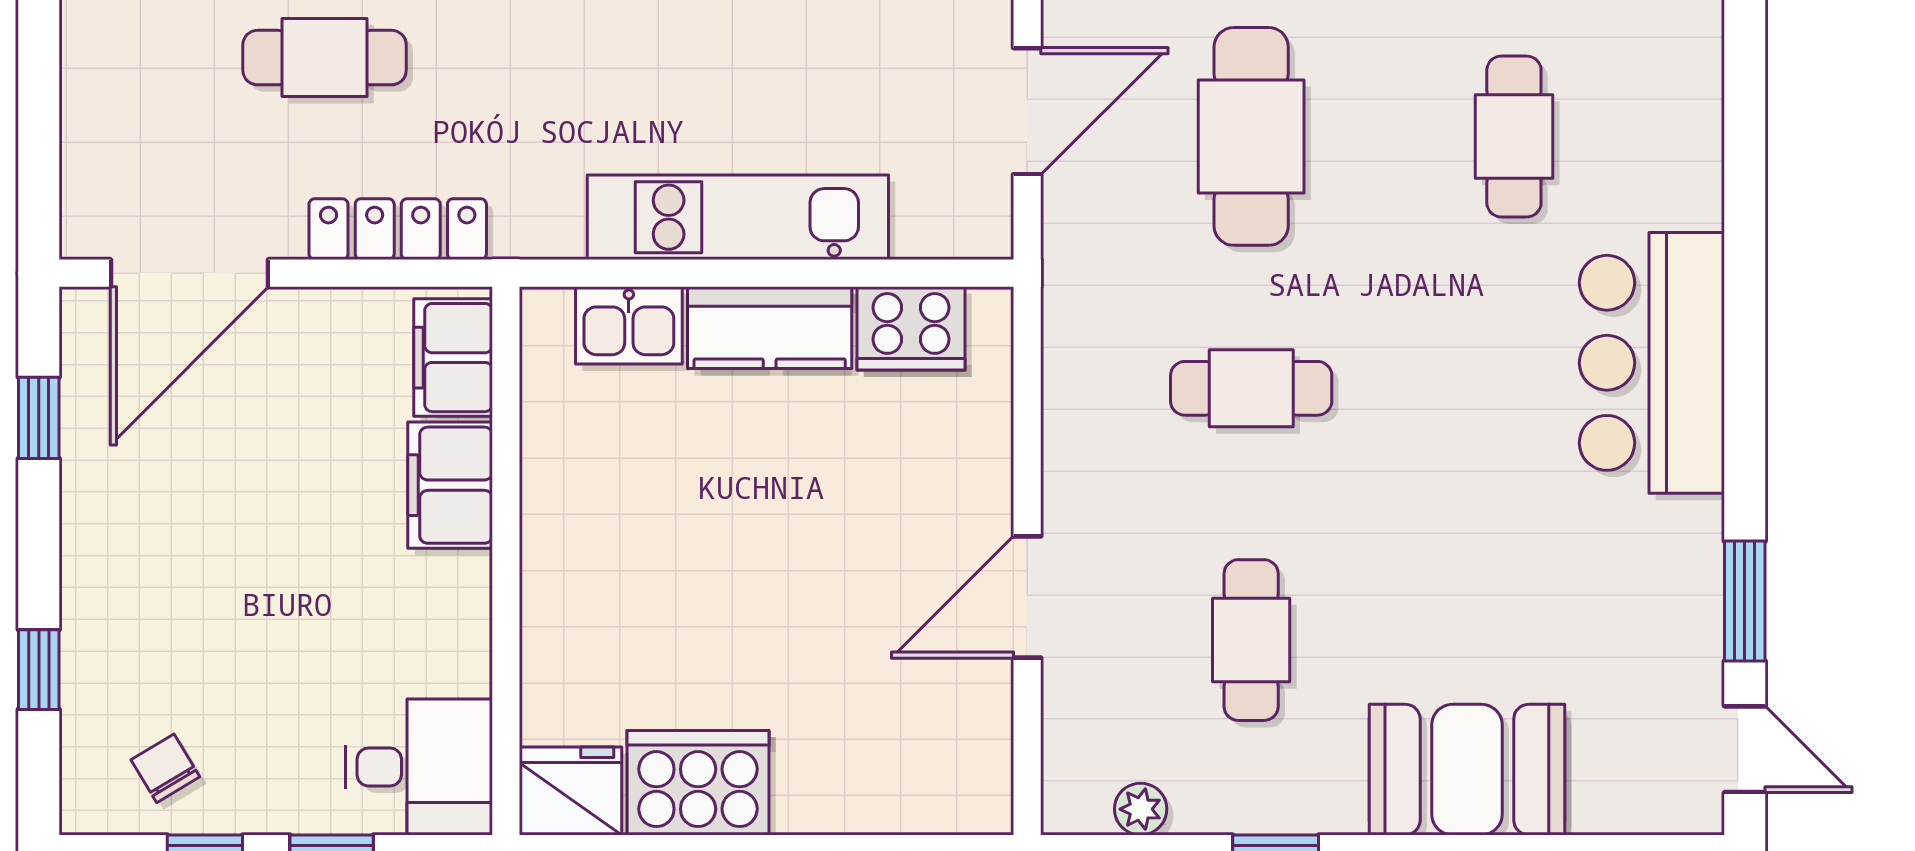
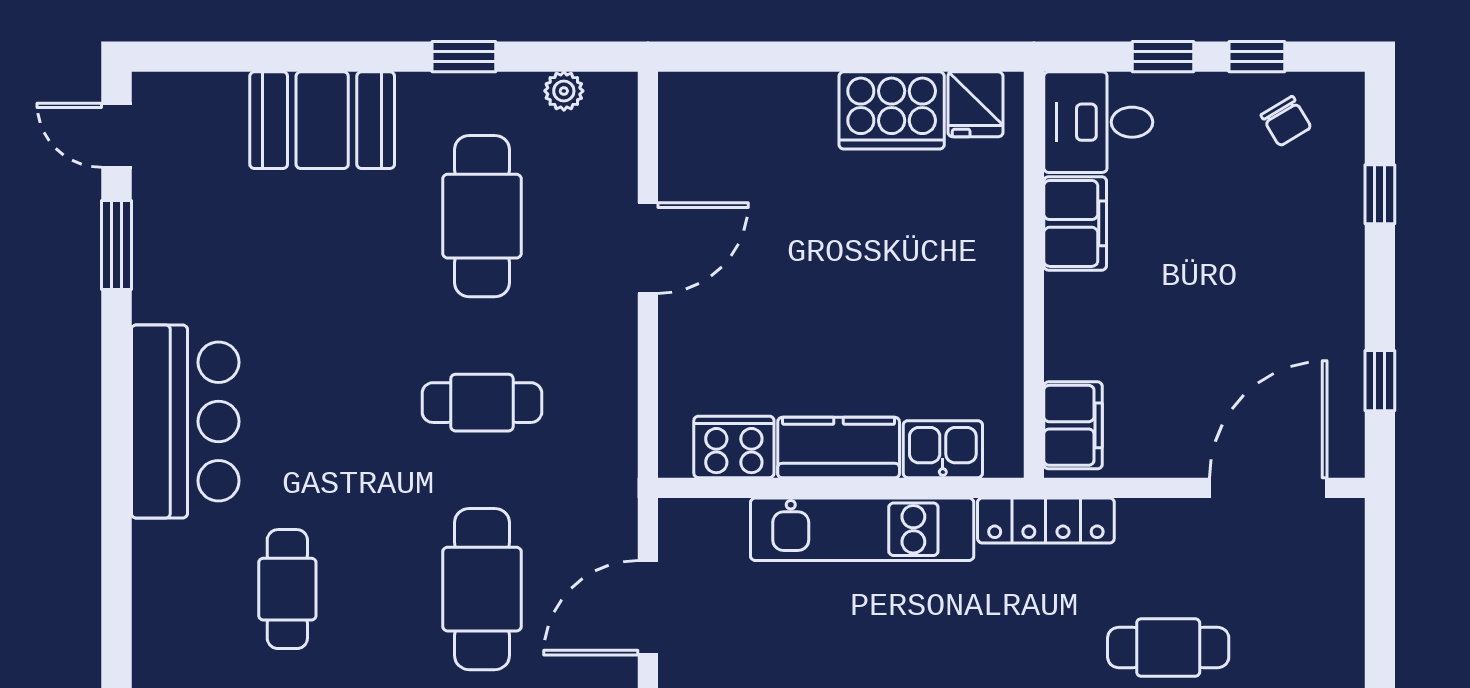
locker: (398, 229) -> (1046, 520), moved
filing cabinet: (450, 485) -> (1075, 223), moved
cafe table: (1251, 640) -> (482, 216), width x1.37, depth x1.35
fridge: (571, 791) -> (975, 104), width x0.72

